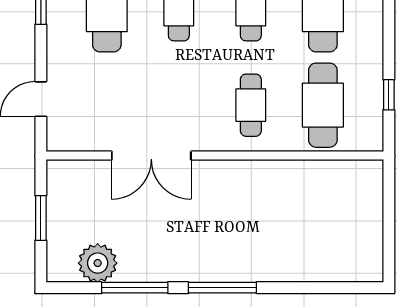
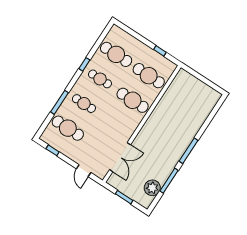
cafe table: (251, 105) -> (133, 100), width x1.37, depth x1.35
double door: (151, 156) -> (120, 157), moved

